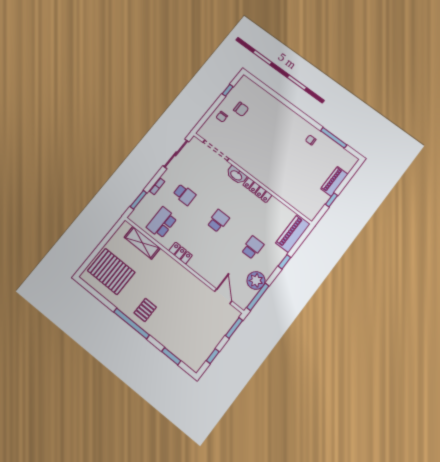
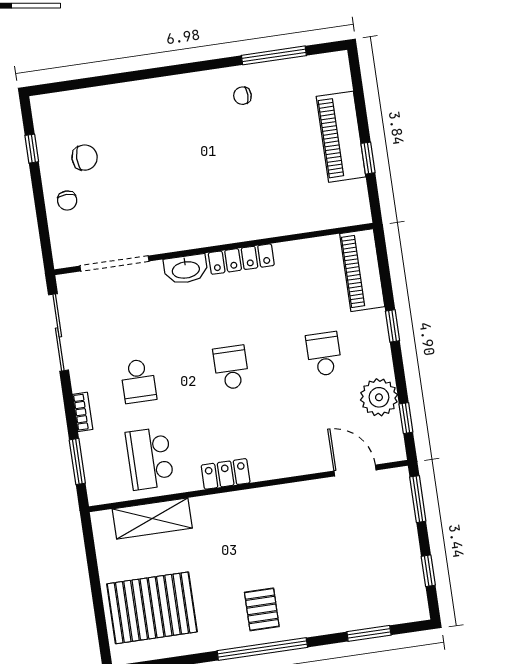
piano: (334, 181) -> (341, 137), width x1.37, depth x1.33
school desk: (184, 195) -> (138, 381), turned 90
window: (258, 297) -> (406, 418), width x0.46

